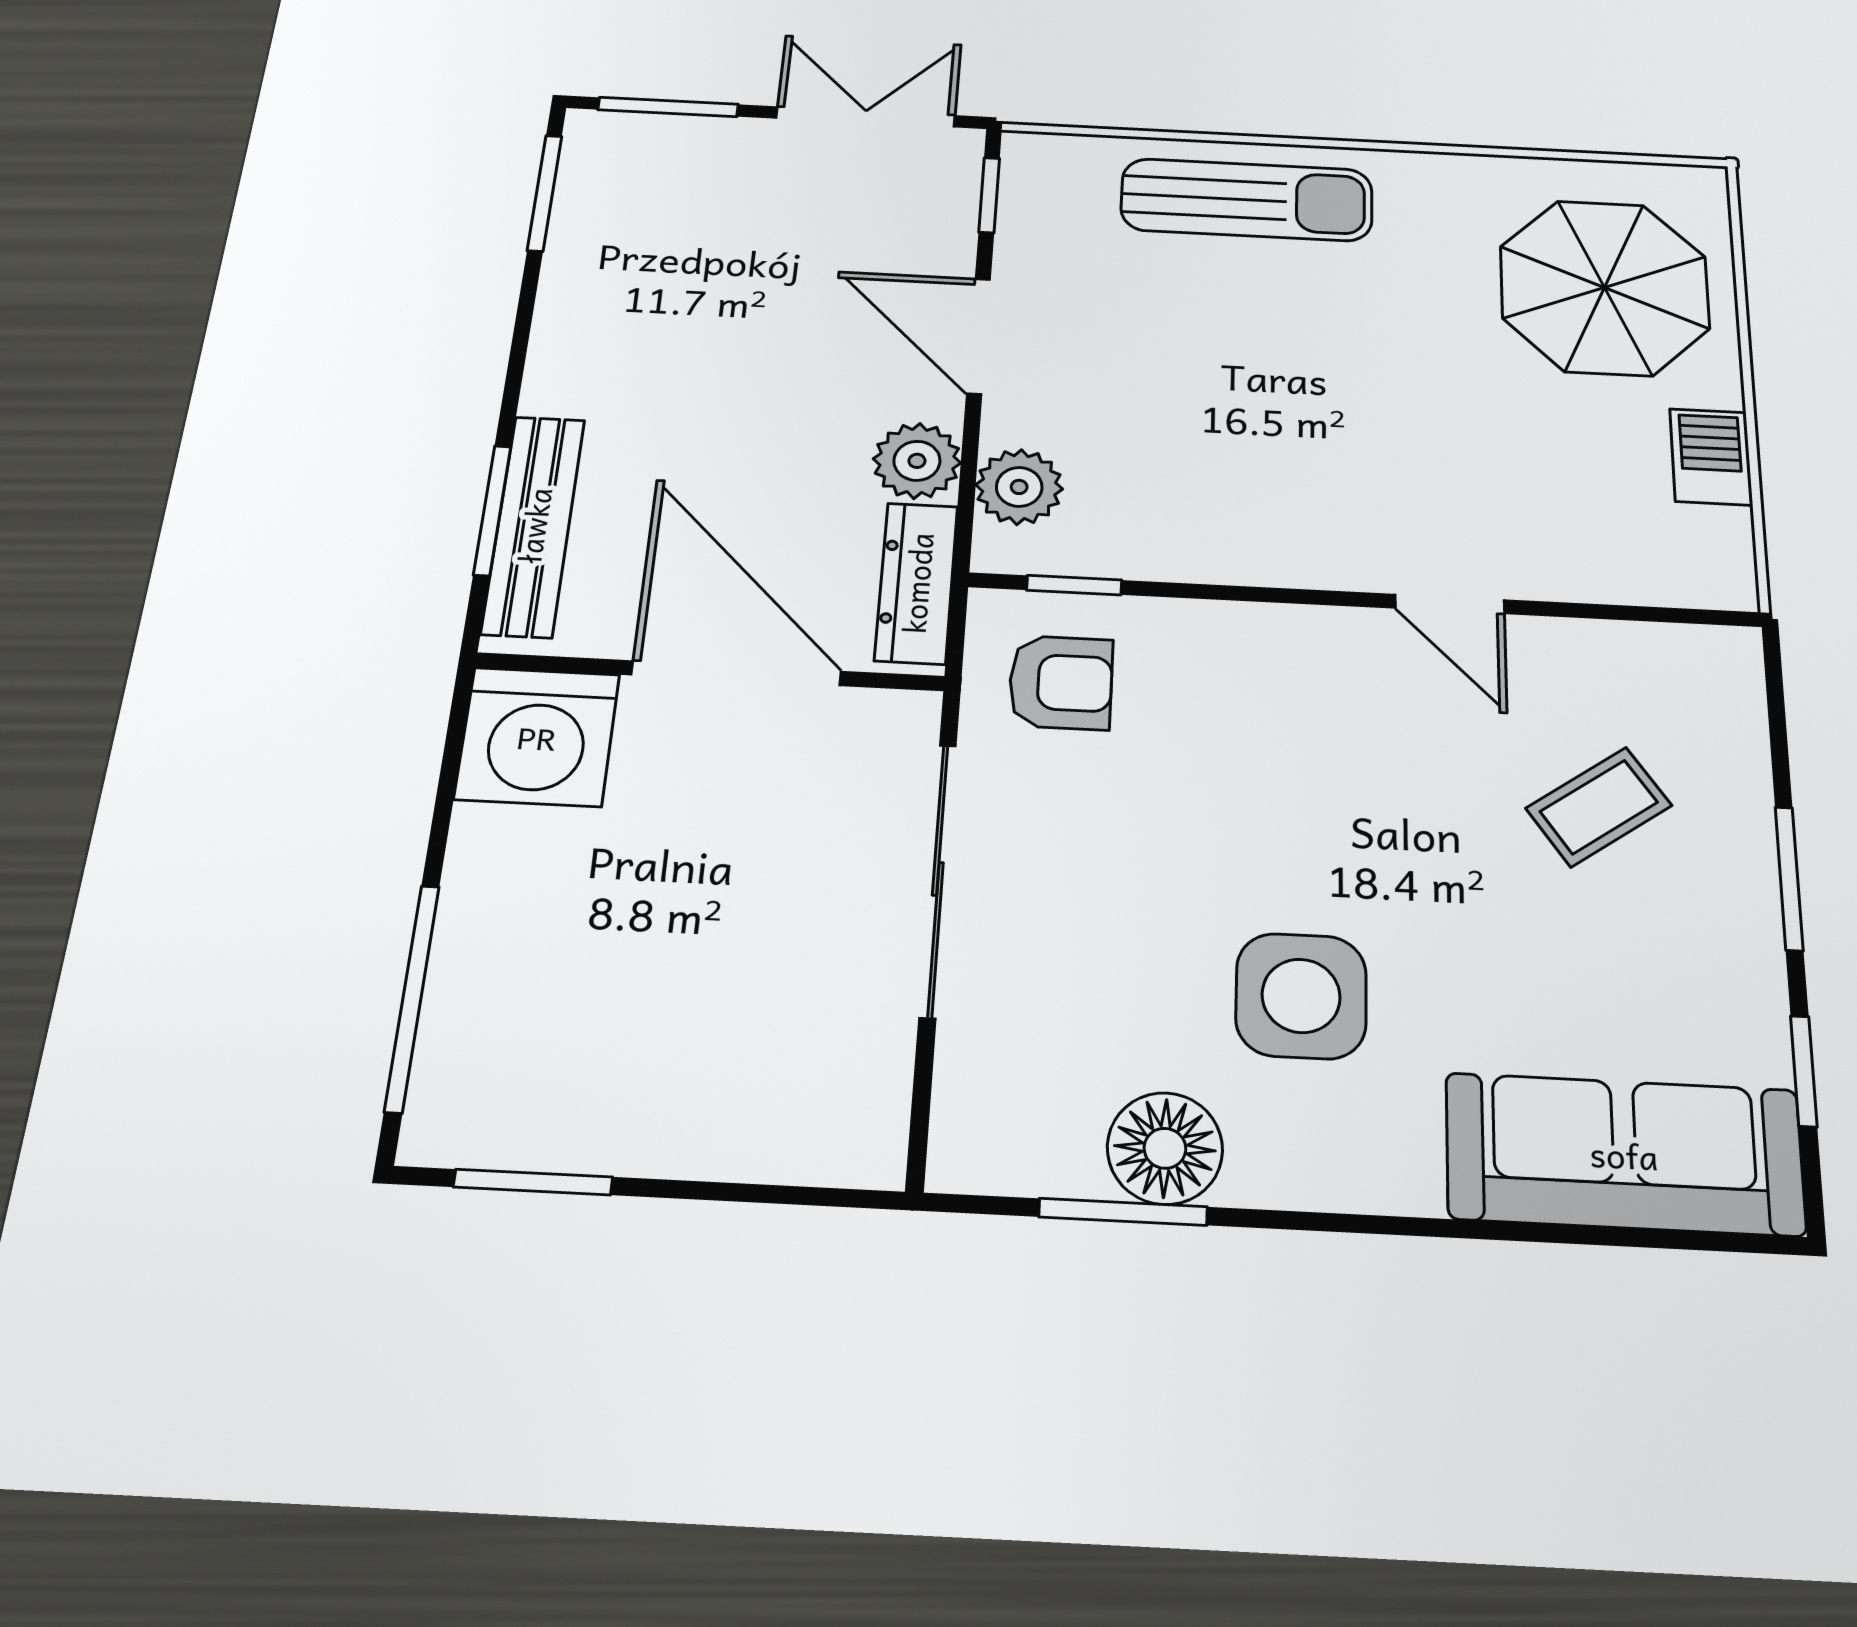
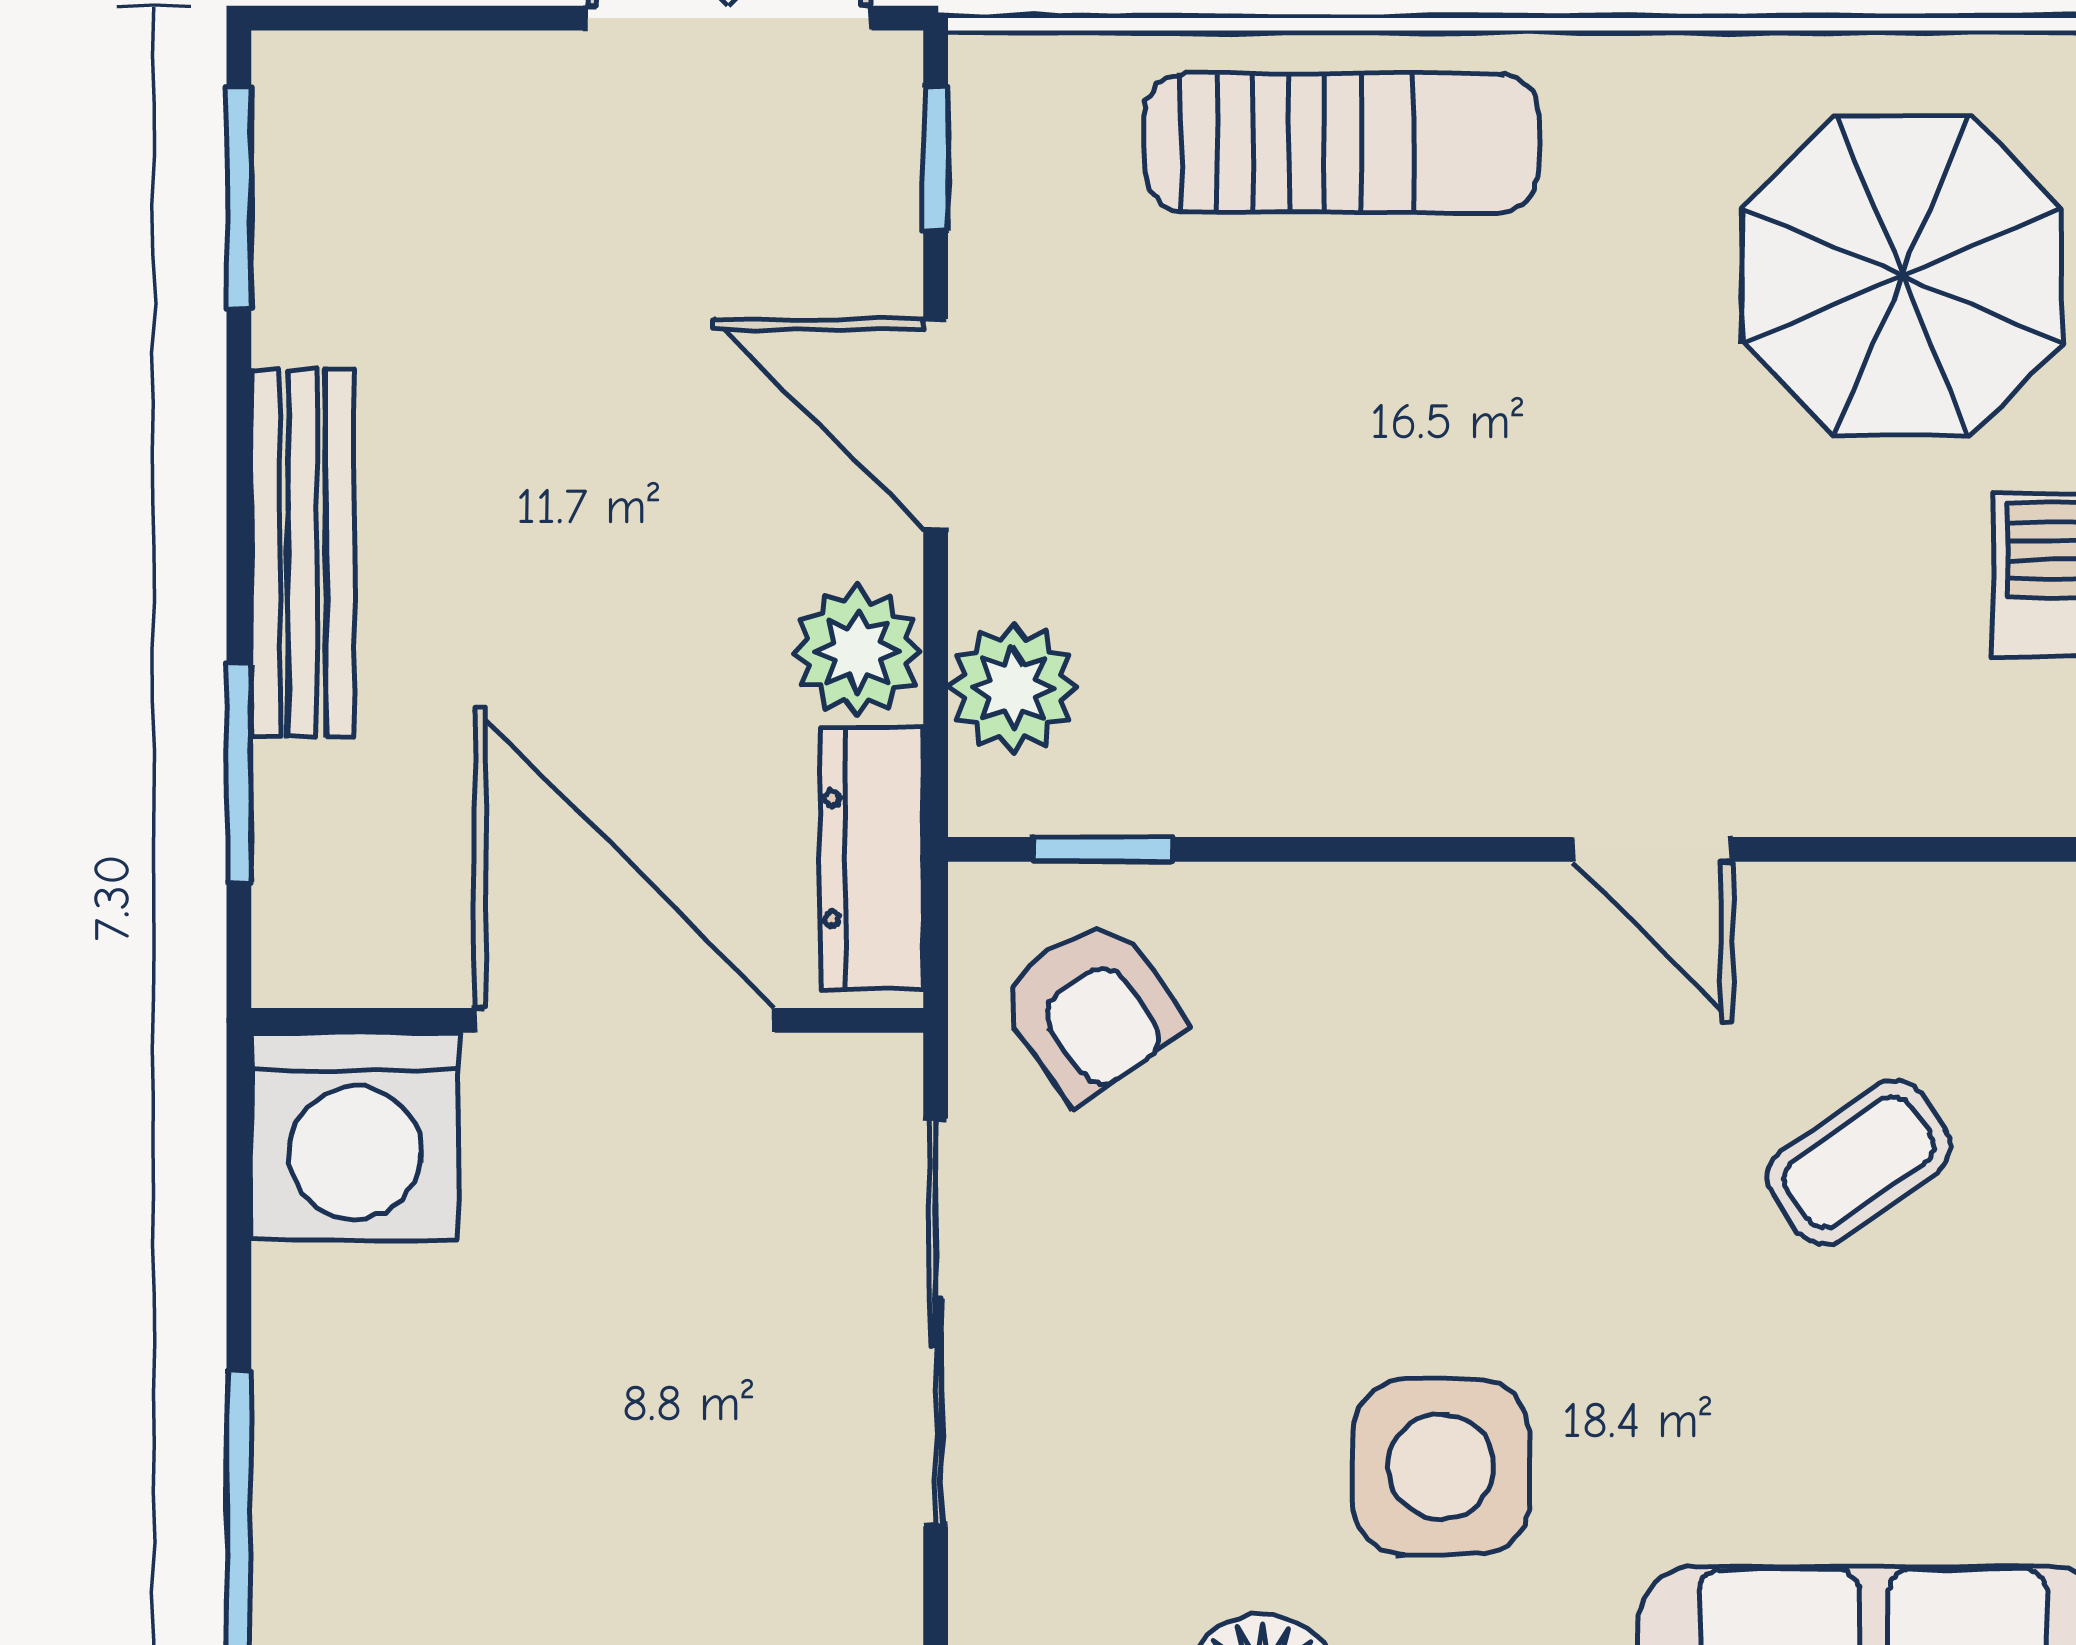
window: (668, 107) -> (413, 18), removed
bench: (533, 526) -> (303, 553), moved
armchair: (1061, 682) -> (1091, 1009), turned 55

